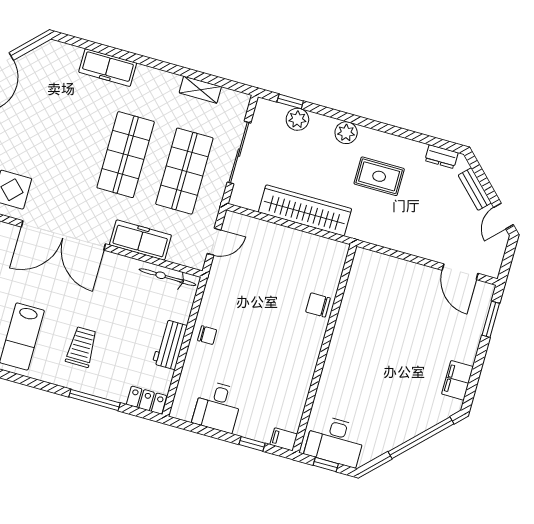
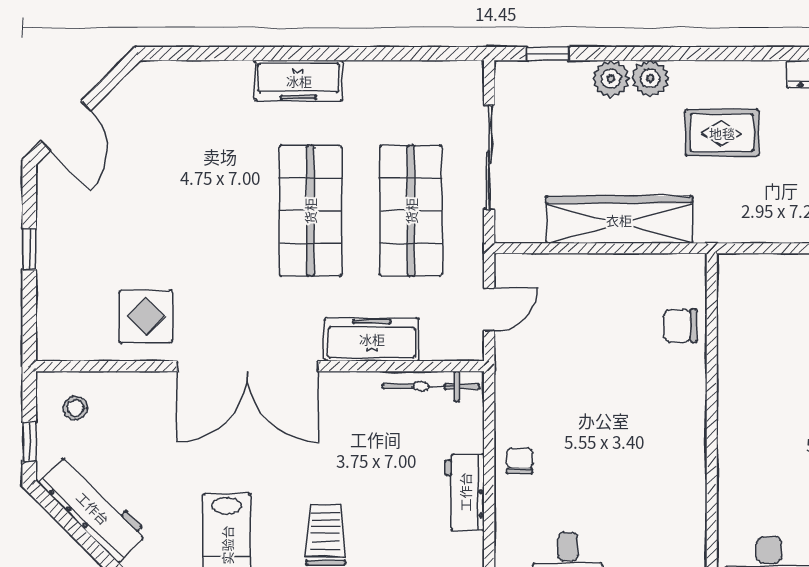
freezer: (108, 68) -> (299, 81), moved
shelving: (200, 90) -> (400, 75), removed
plant: (297, 119) -> (611, 79), moved
chair: (318, 305) -> (680, 326), moved
chair: (207, 335) -> (520, 461), turned -90

